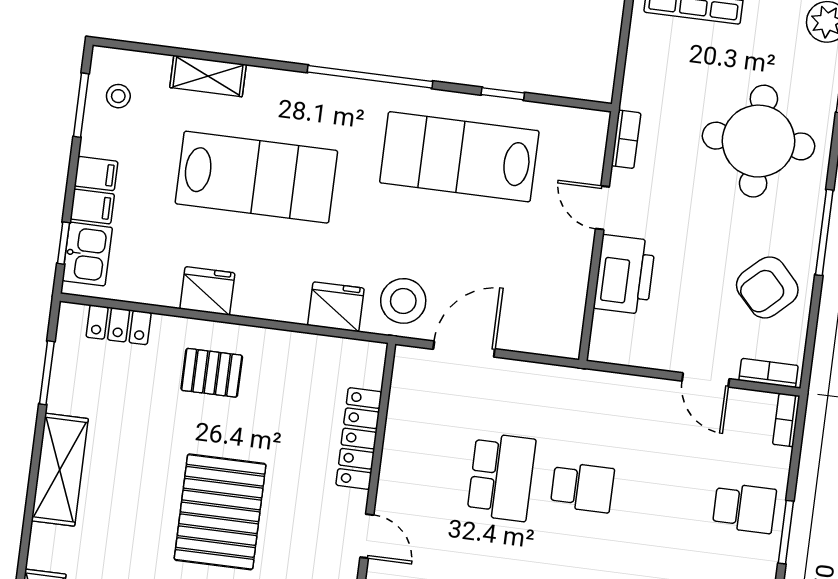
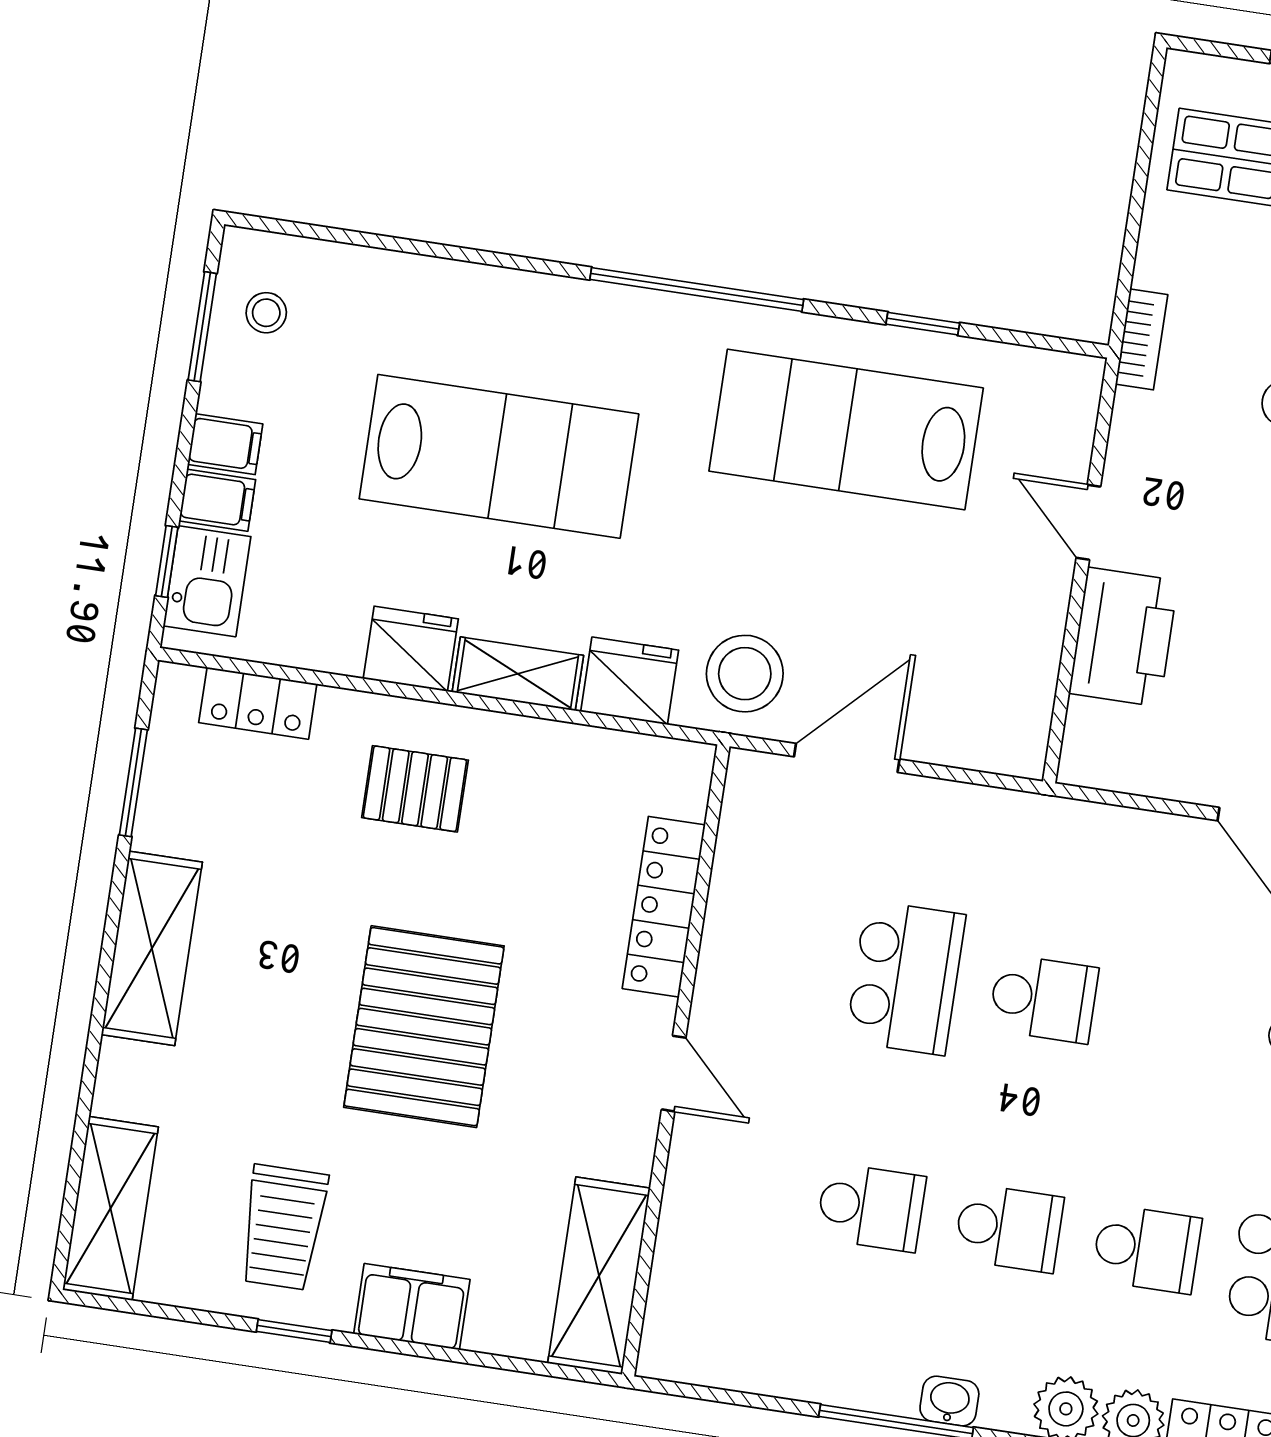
shelving: (208, 76) -> (518, 674), moved
bookcase: (626, 139) -> (1142, 339), moved

